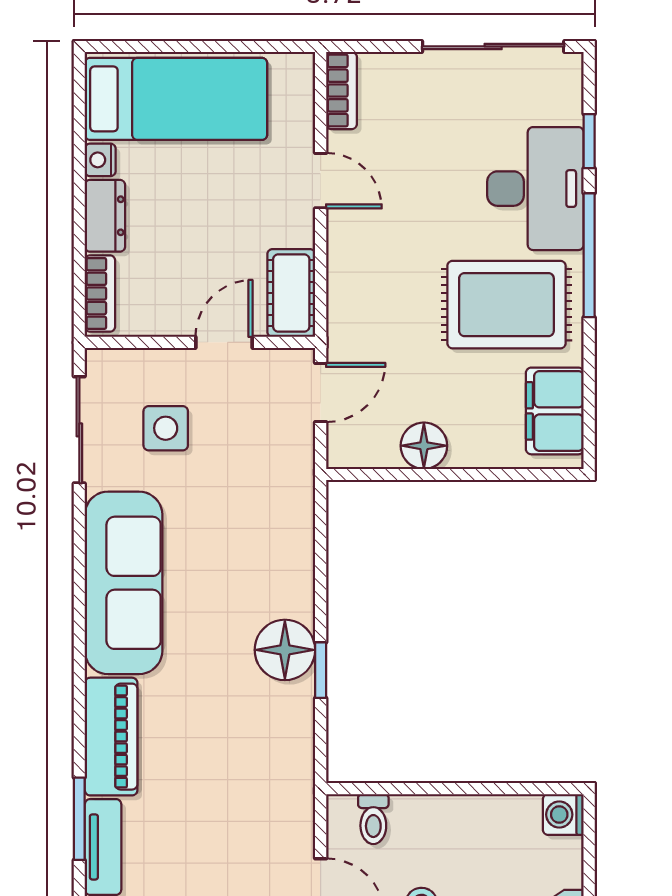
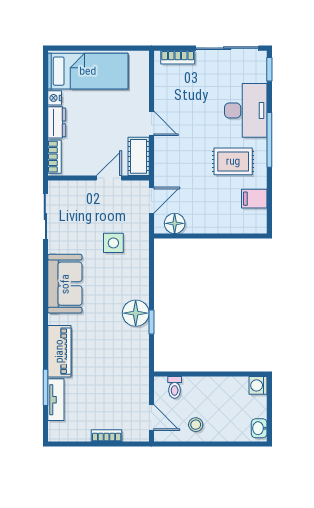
bookcase: (341, 91) -> (178, 57), moved, turned 90
window: (589, 141) -> (269, 69), moved
door: (321, 181) -> (151, 123), moved
rug: (506, 305) -> (233, 161), width x0.73, depth x0.70
filing cabinet: (555, 411) -> (254, 199), width x0.50
side table: (166, 428) -> (113, 243), moved
floor lamp: (424, 446) -> (175, 223), moved
sofa: (124, 583) -> (65, 284), width x0.73

